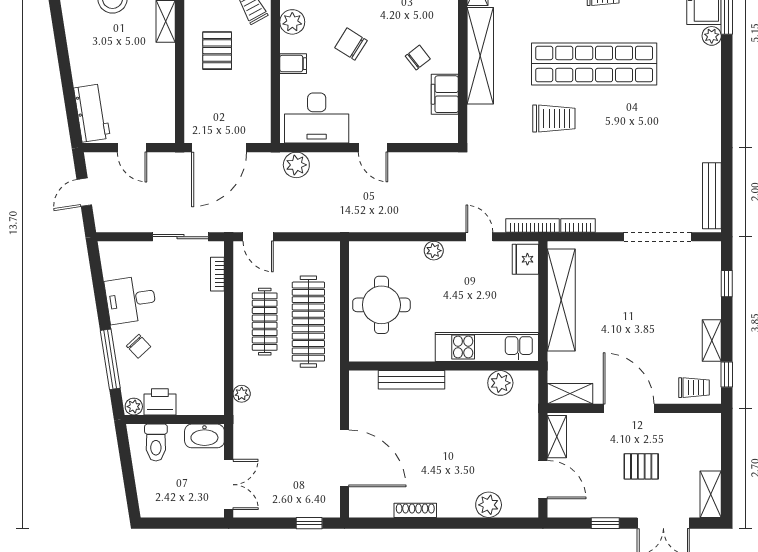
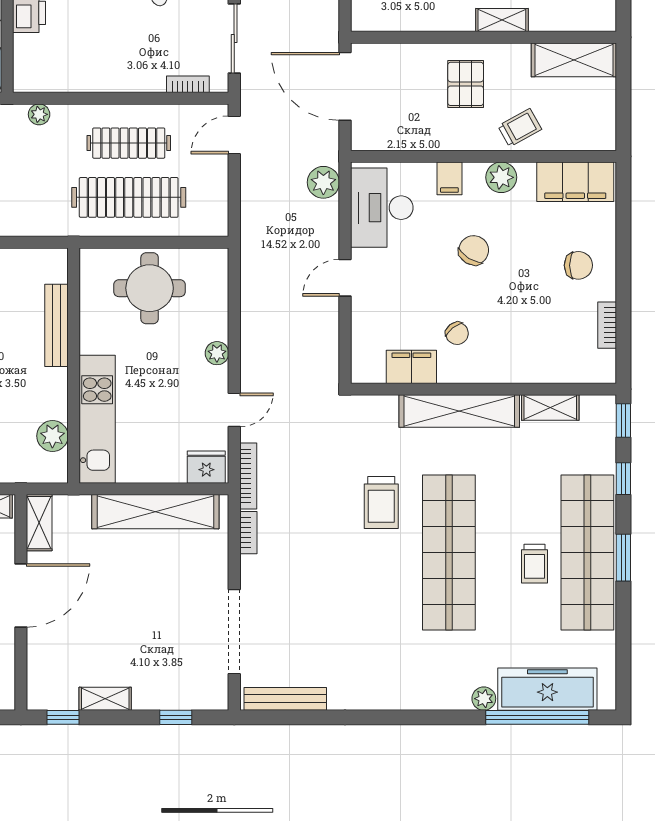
pallet: (217, 51) -> (466, 84), turned 90
trolley: (694, 388) -> (47, 677), removed

